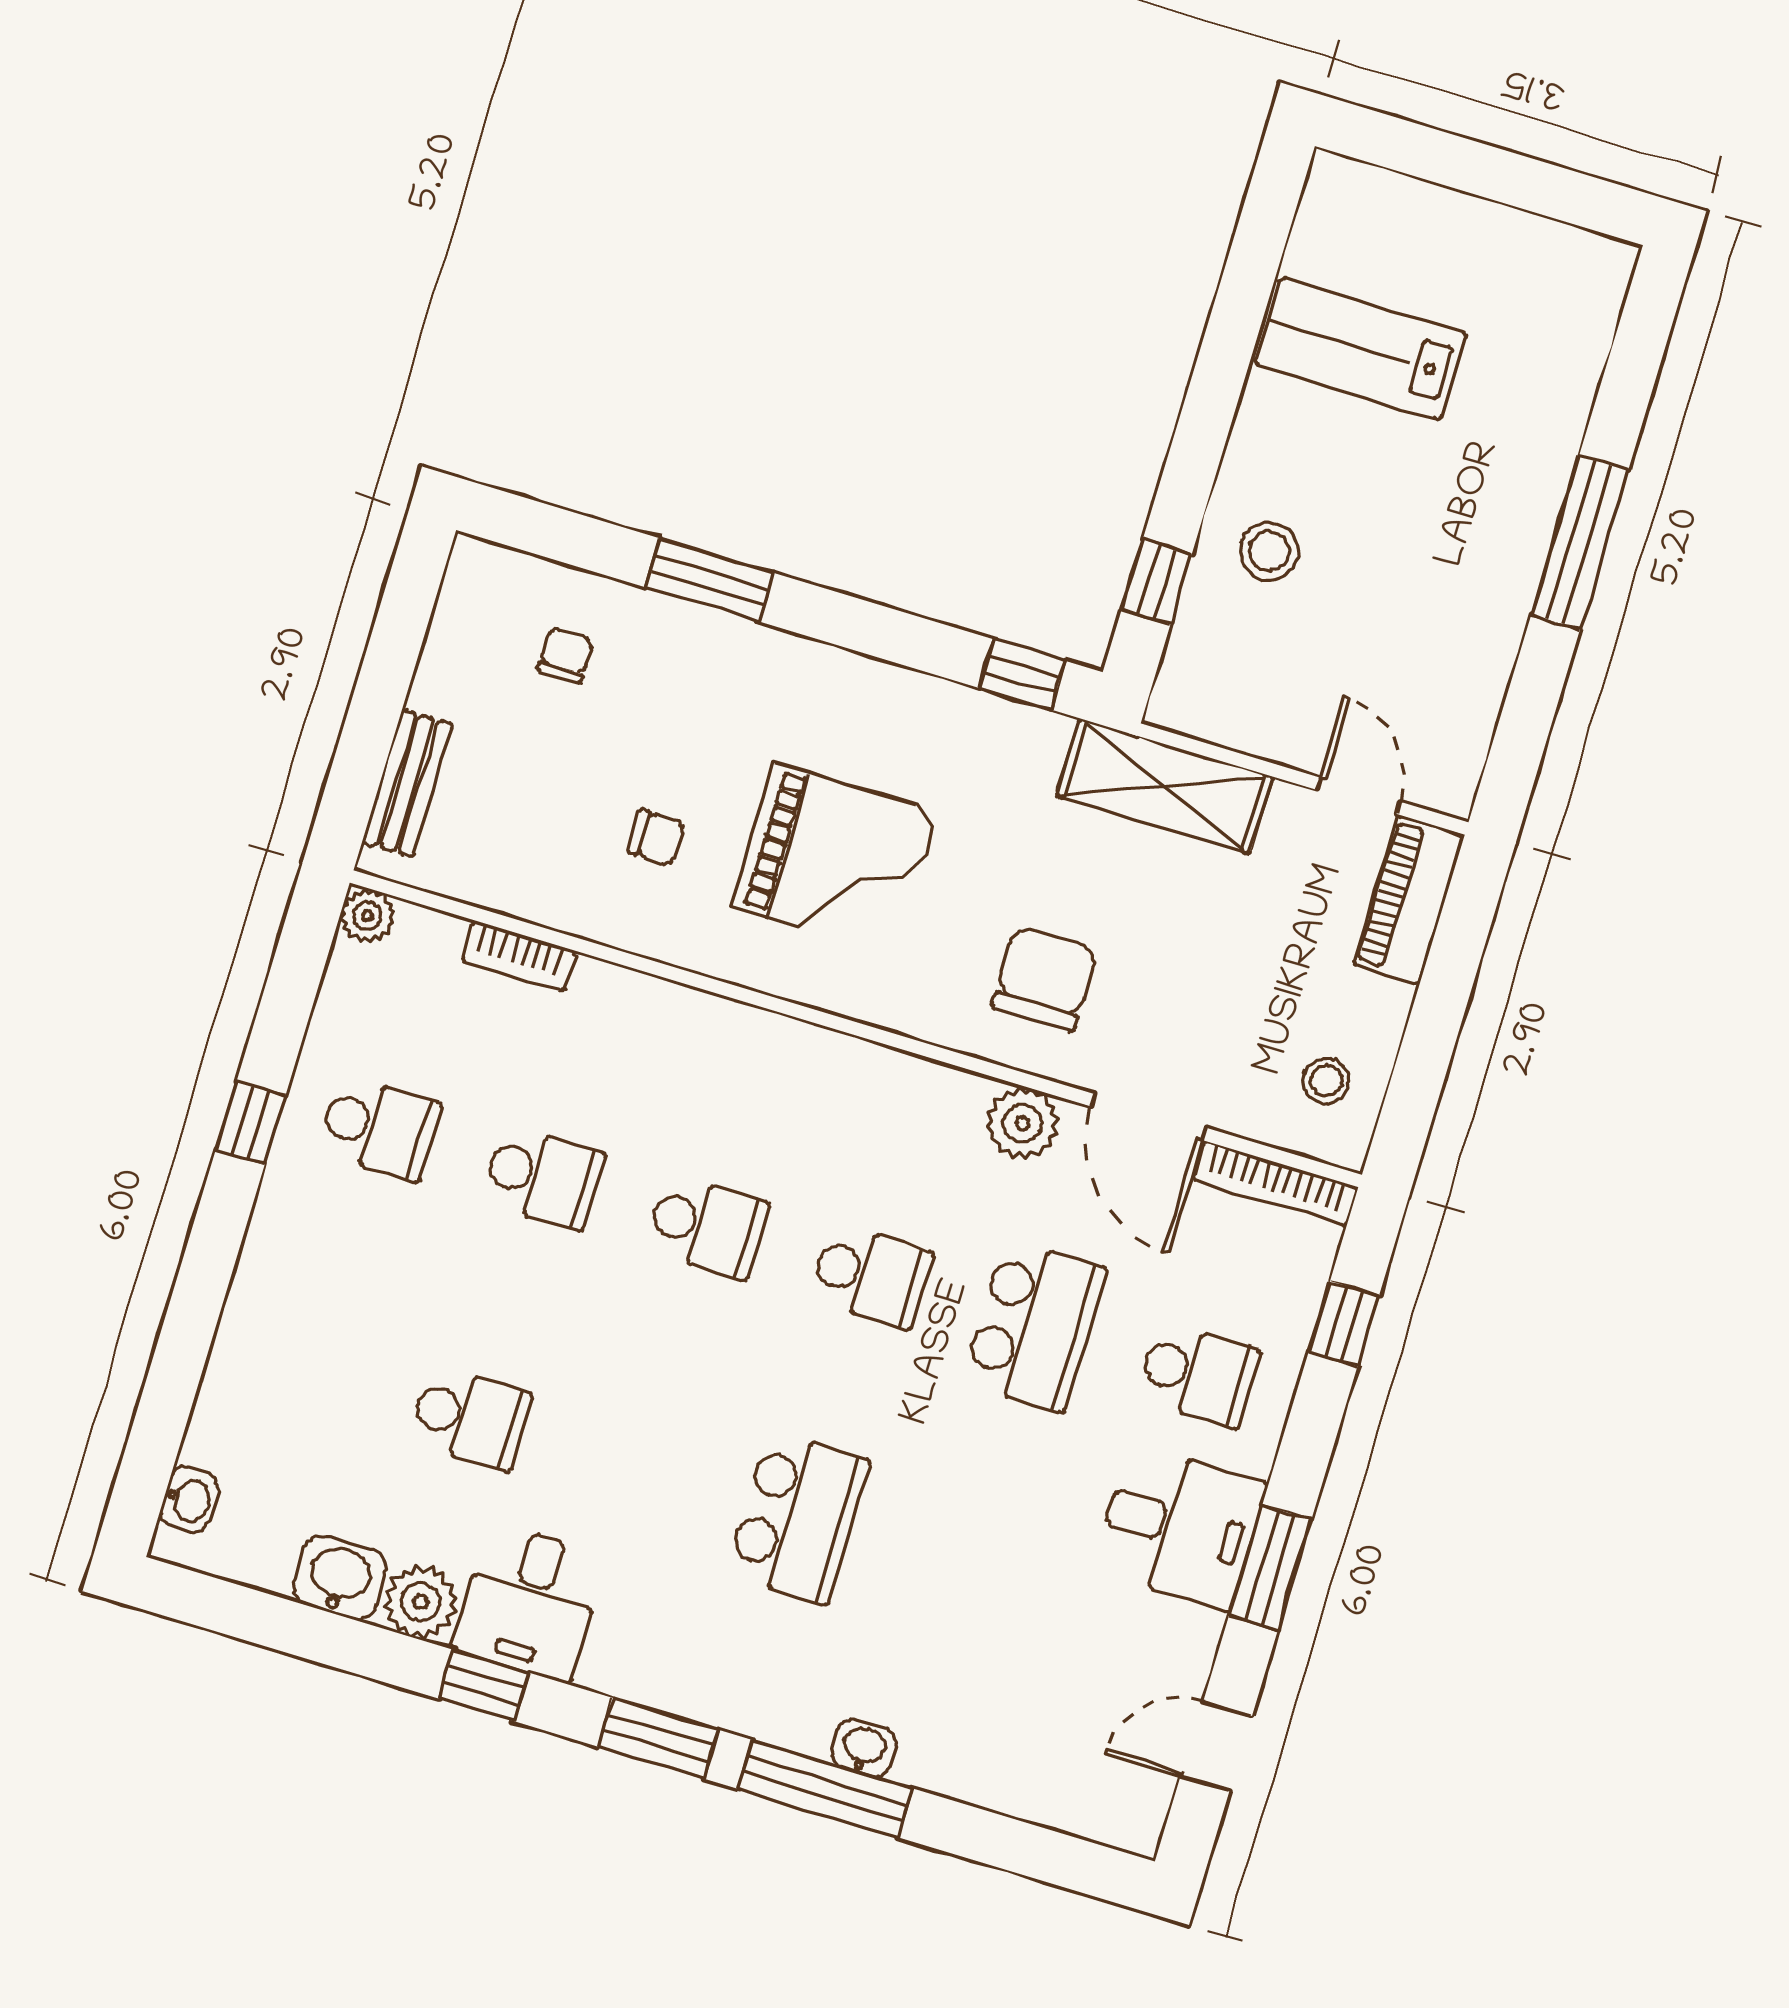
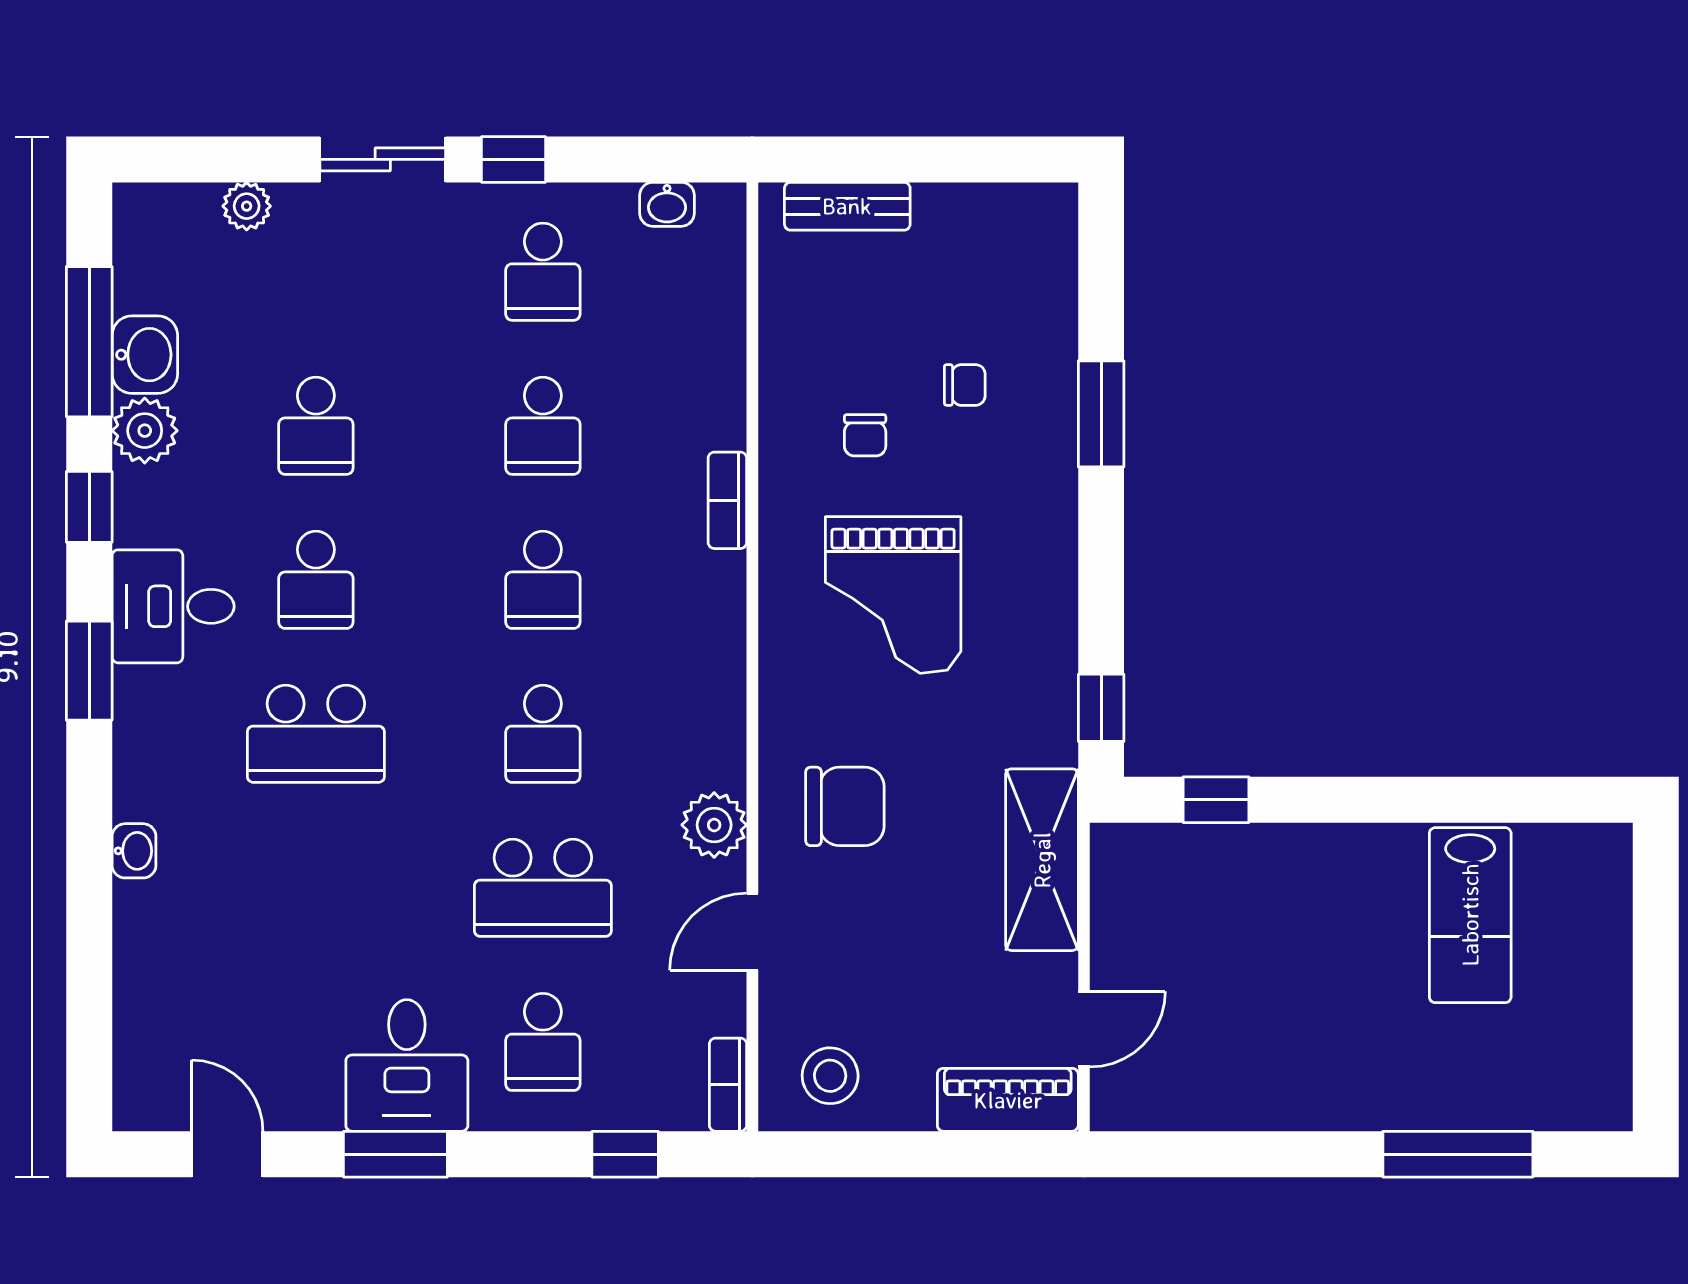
lab bench: (1361, 349) -> (1470, 915), turned 180
window: (1580, 542) -> (1458, 1154), moved
stool: (1269, 551) -> (1272, 889), removed
chair: (566, 655) -> (965, 385), moved
plant: (367, 916) -> (247, 206), moved
bookcase: (518, 956) -> (727, 500), moved
stool: (1326, 1081) -> (830, 1076), width x1.37, depth x1.37
door: (1148, 1117) -> (752, 932), width x0.73
bookcase: (1275, 1184) -> (728, 1085), width x0.64
sliding door: (209, 1262) -> (383, 159), added
school desk: (634, 1468) -> (316, 580), added
washbasin: (189, 1499) -> (667, 204), moved
desk: (529, 1602) -> (173, 606), moved
window: (825, 1789) -> (89, 342), moved

